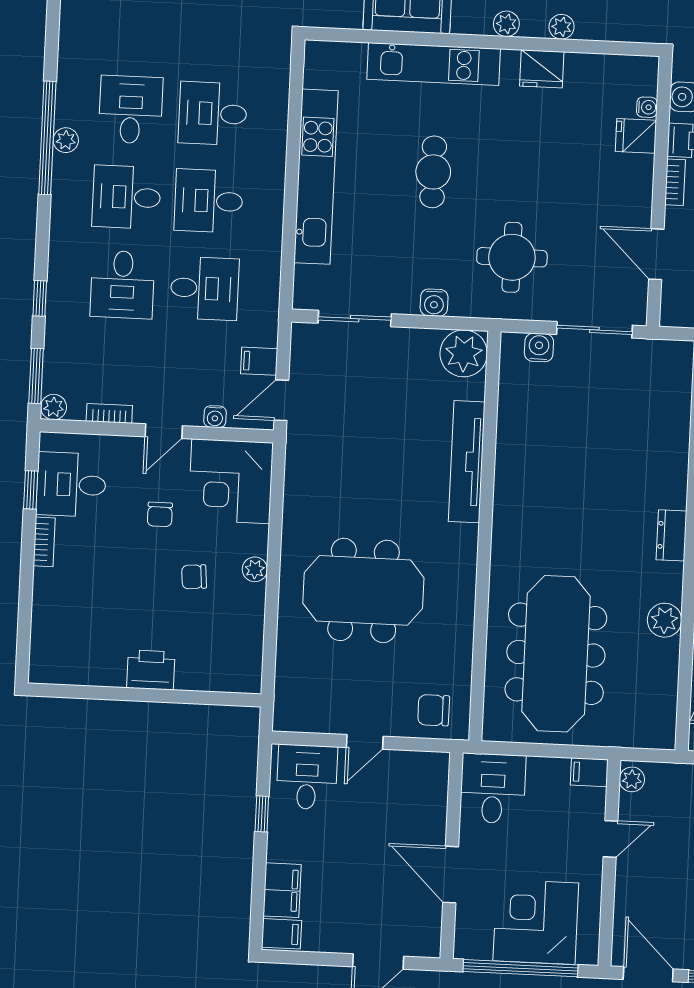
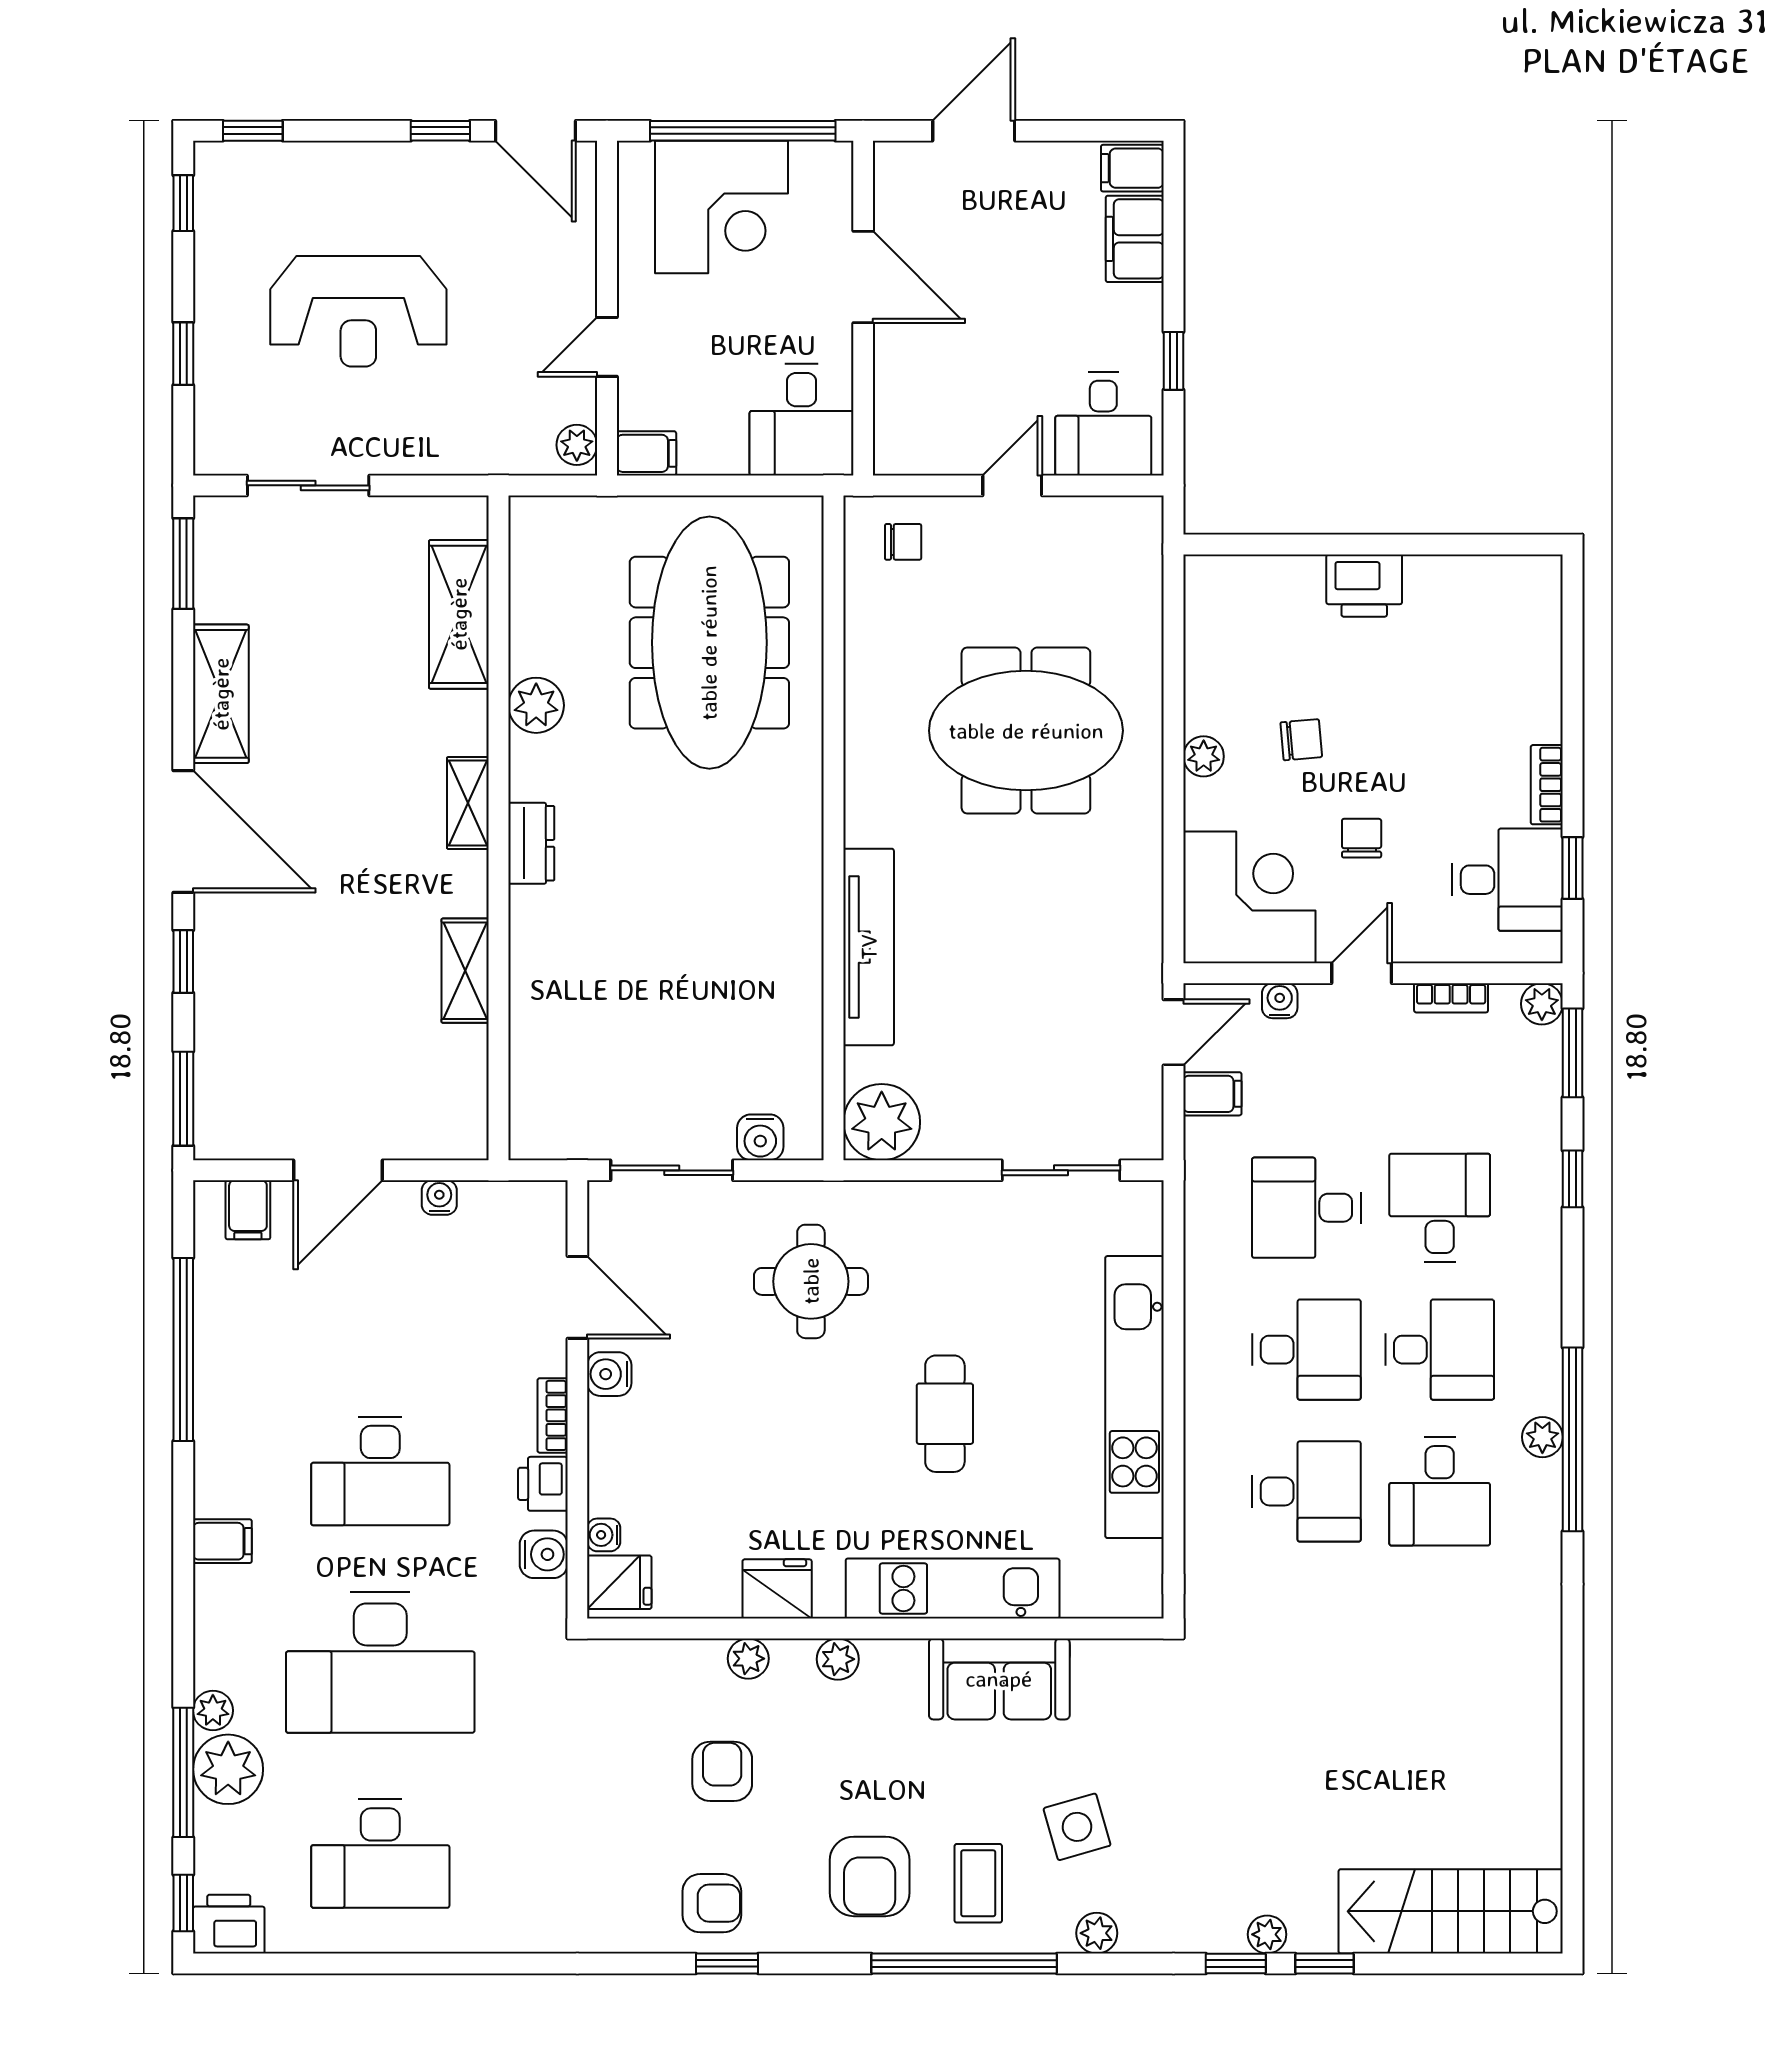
fridge: (636, 136) -> (619, 1582), moved
water cooler: (434, 303) -> (609, 1374), moved, turned -90
chair: (434, 710) -> (903, 542), width x0.73, depth x0.73

